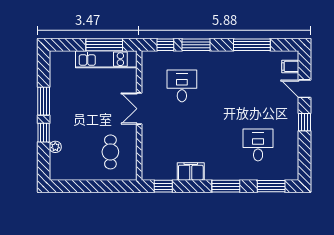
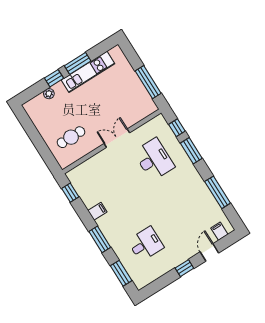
kitchen unit: (106, 59) -> (88, 72), moved, turned -90
desk: (182, 86) -> (154, 159), width x1.37
filing cabinet: (191, 171) -> (97, 211), width x0.50

